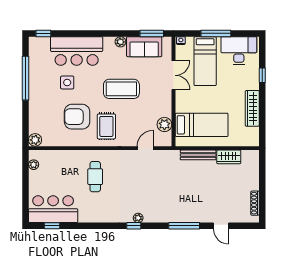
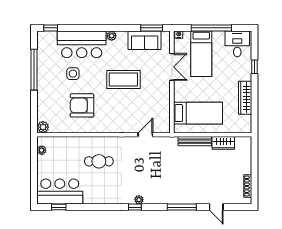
window: (216, 33) -> (211, 28), width x1.46
plant: (120, 42) -> (112, 36), moved
desk: (239, 51) -> (237, 44), width x0.73
plant: (164, 124) -> (163, 113), removed
rug: (106, 126) -> (109, 115), removed
cafe table: (95, 177) -> (99, 161), turned 90

